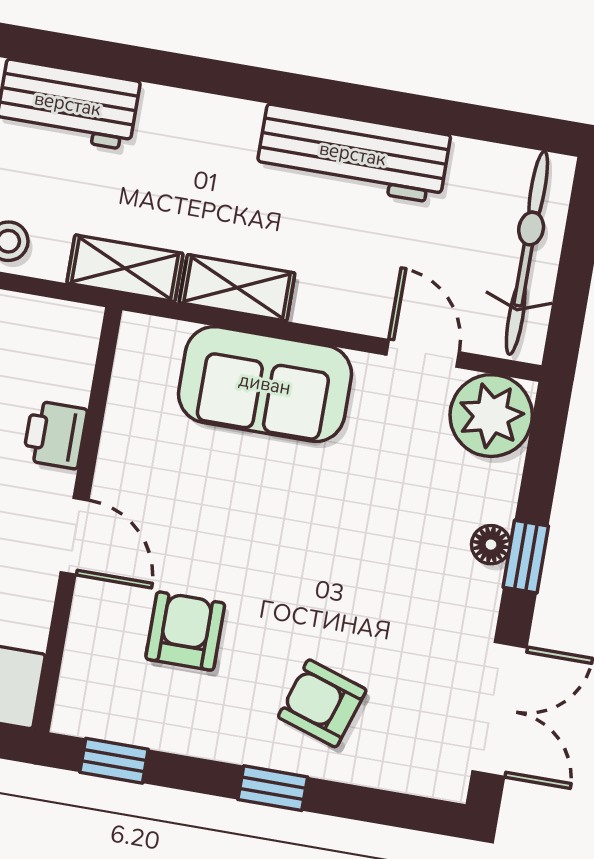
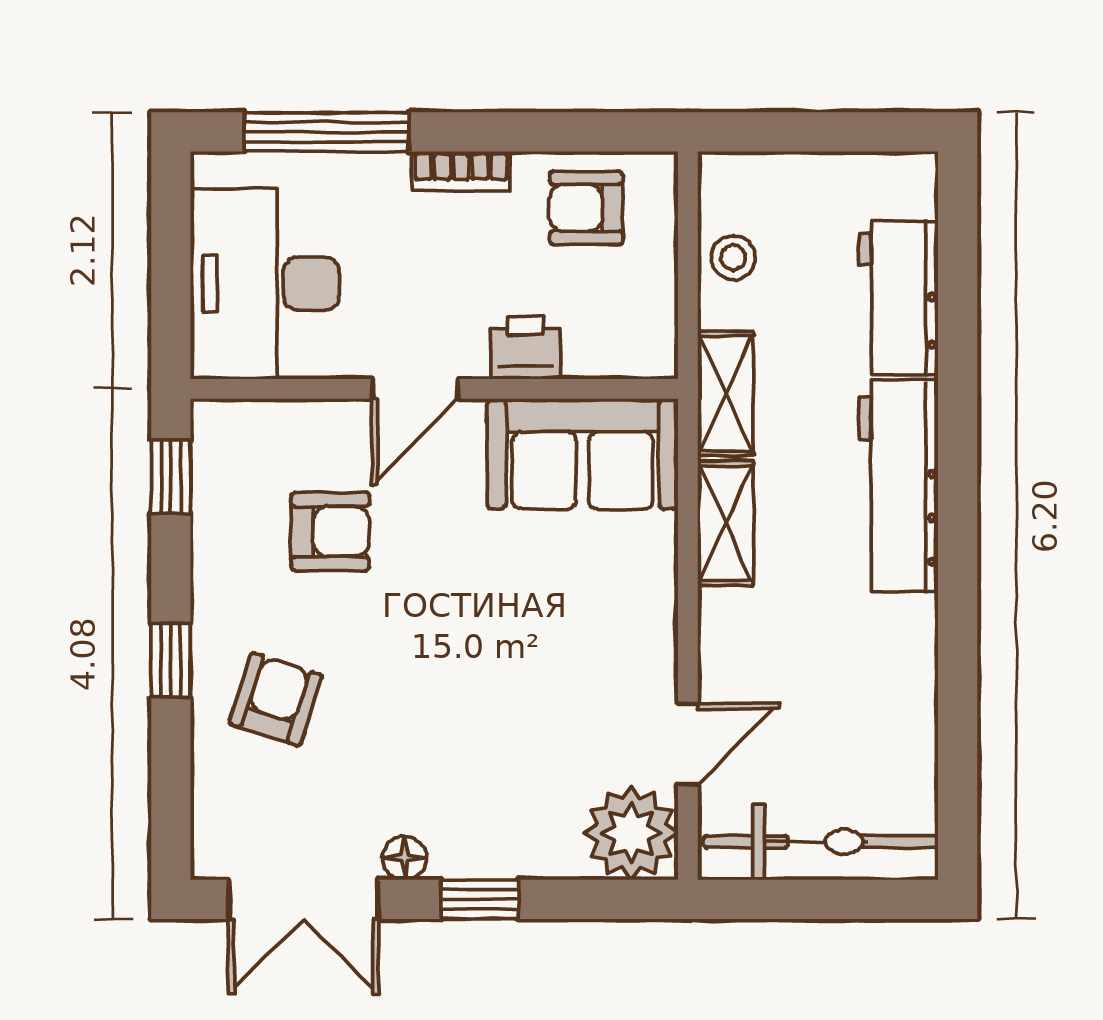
workbench: (353, 154) -> (898, 486), moved
sofa: (265, 384) -> (583, 454), moved, turned -90
floor lamp: (491, 545) -> (405, 858), moved

